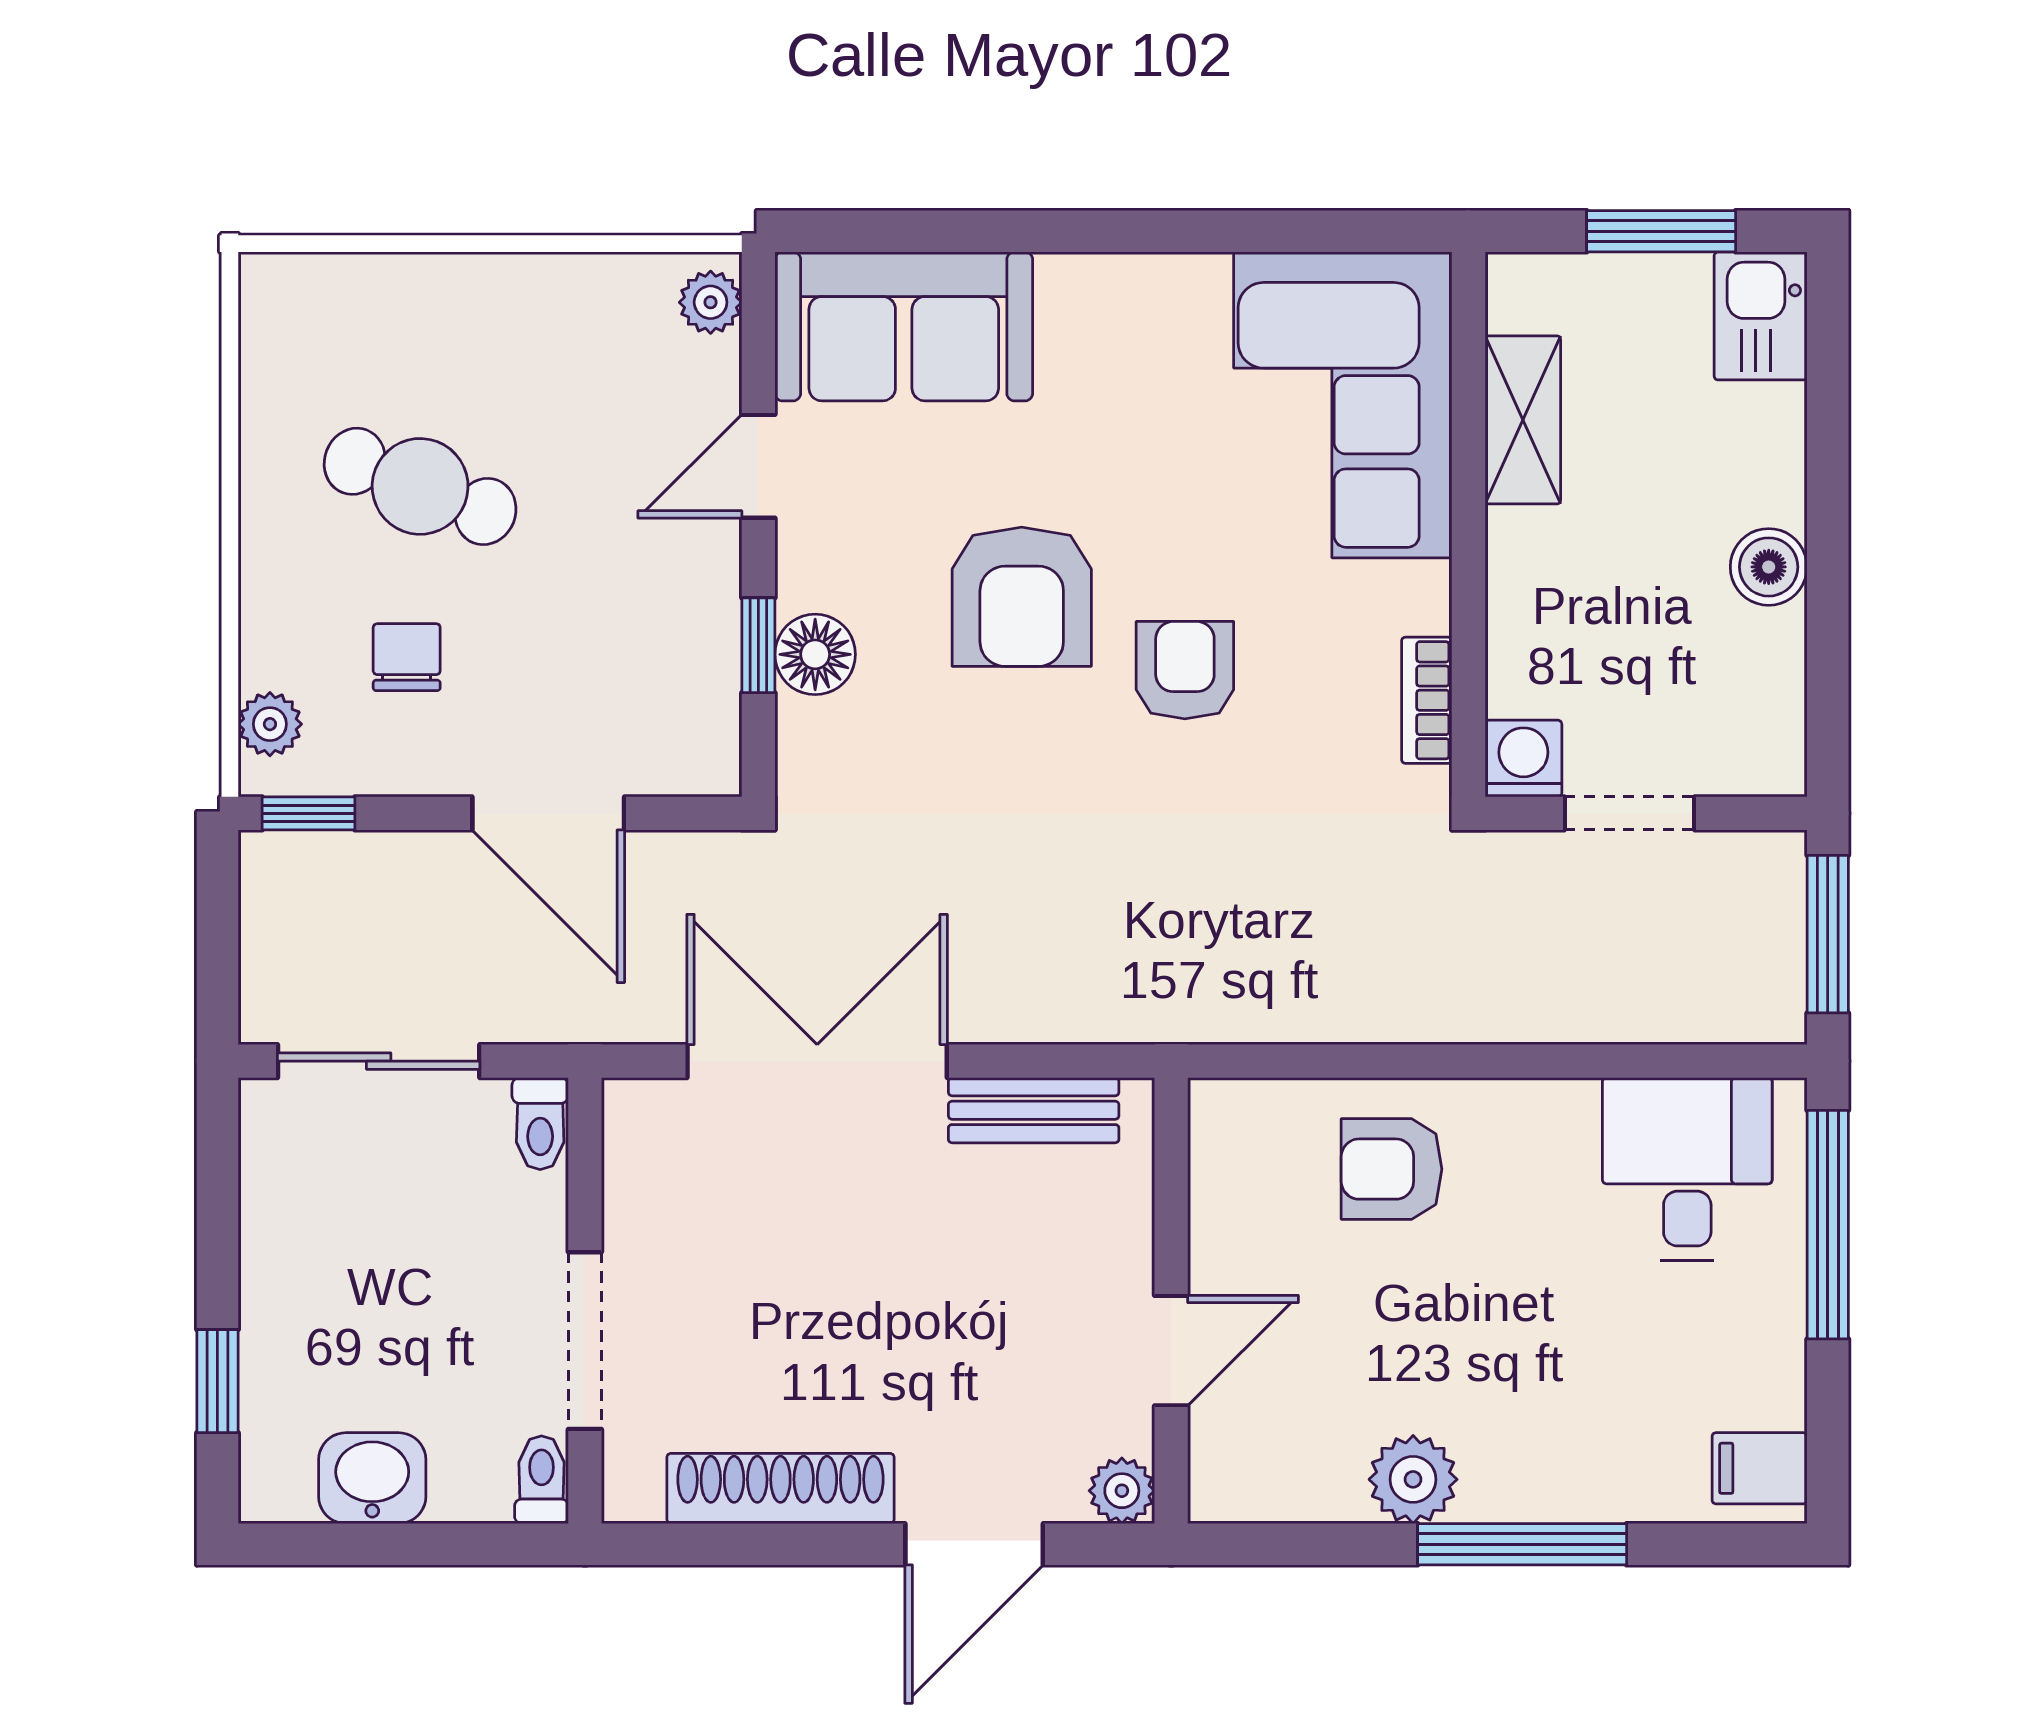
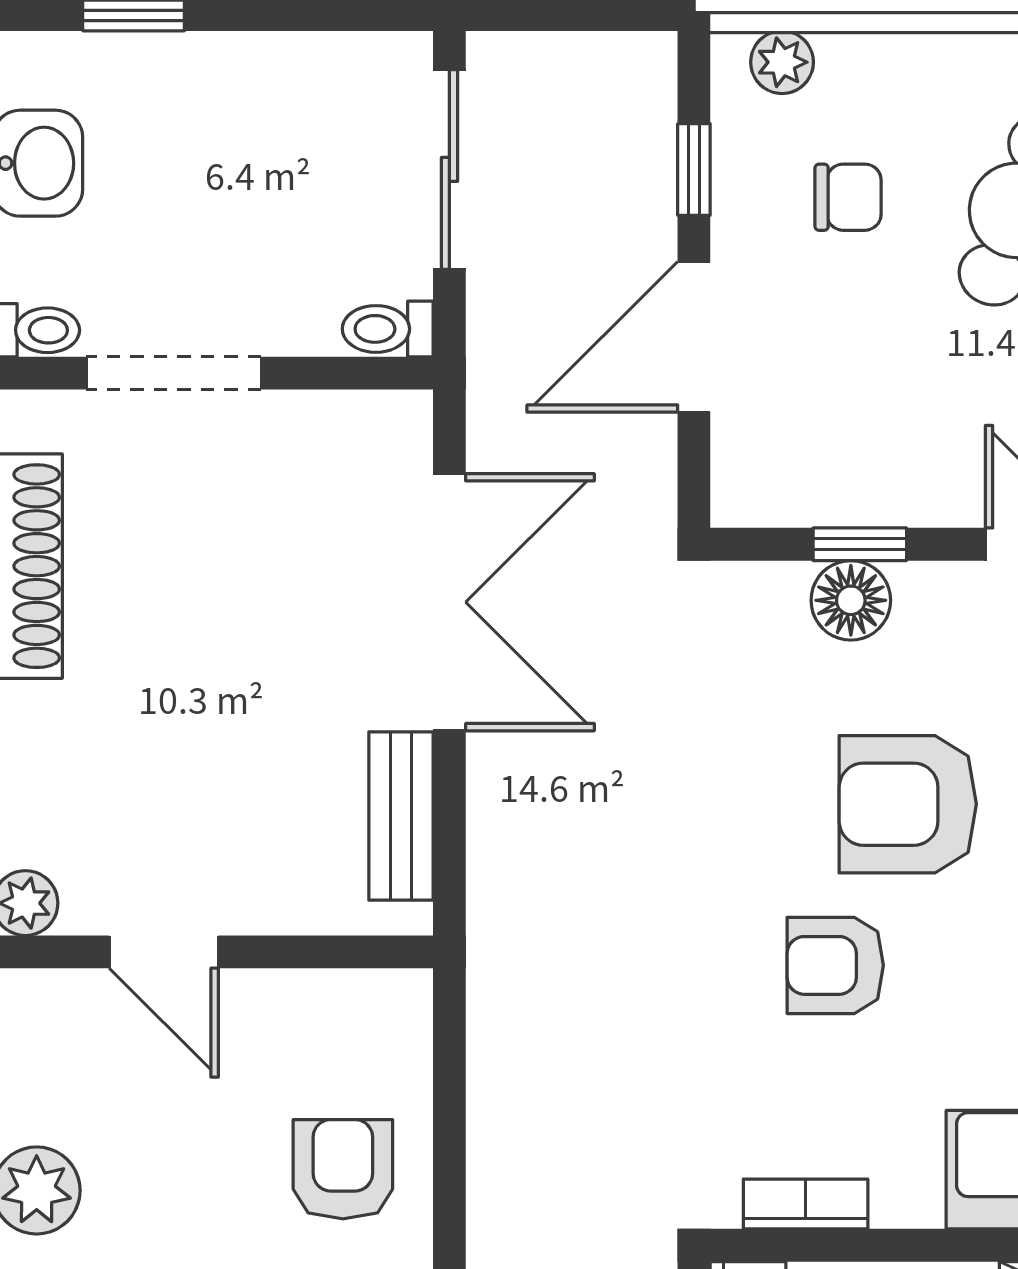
armchair: (1185, 670) -> (835, 965), turned 180
window: (308, 813) -> (694, 170), moved

